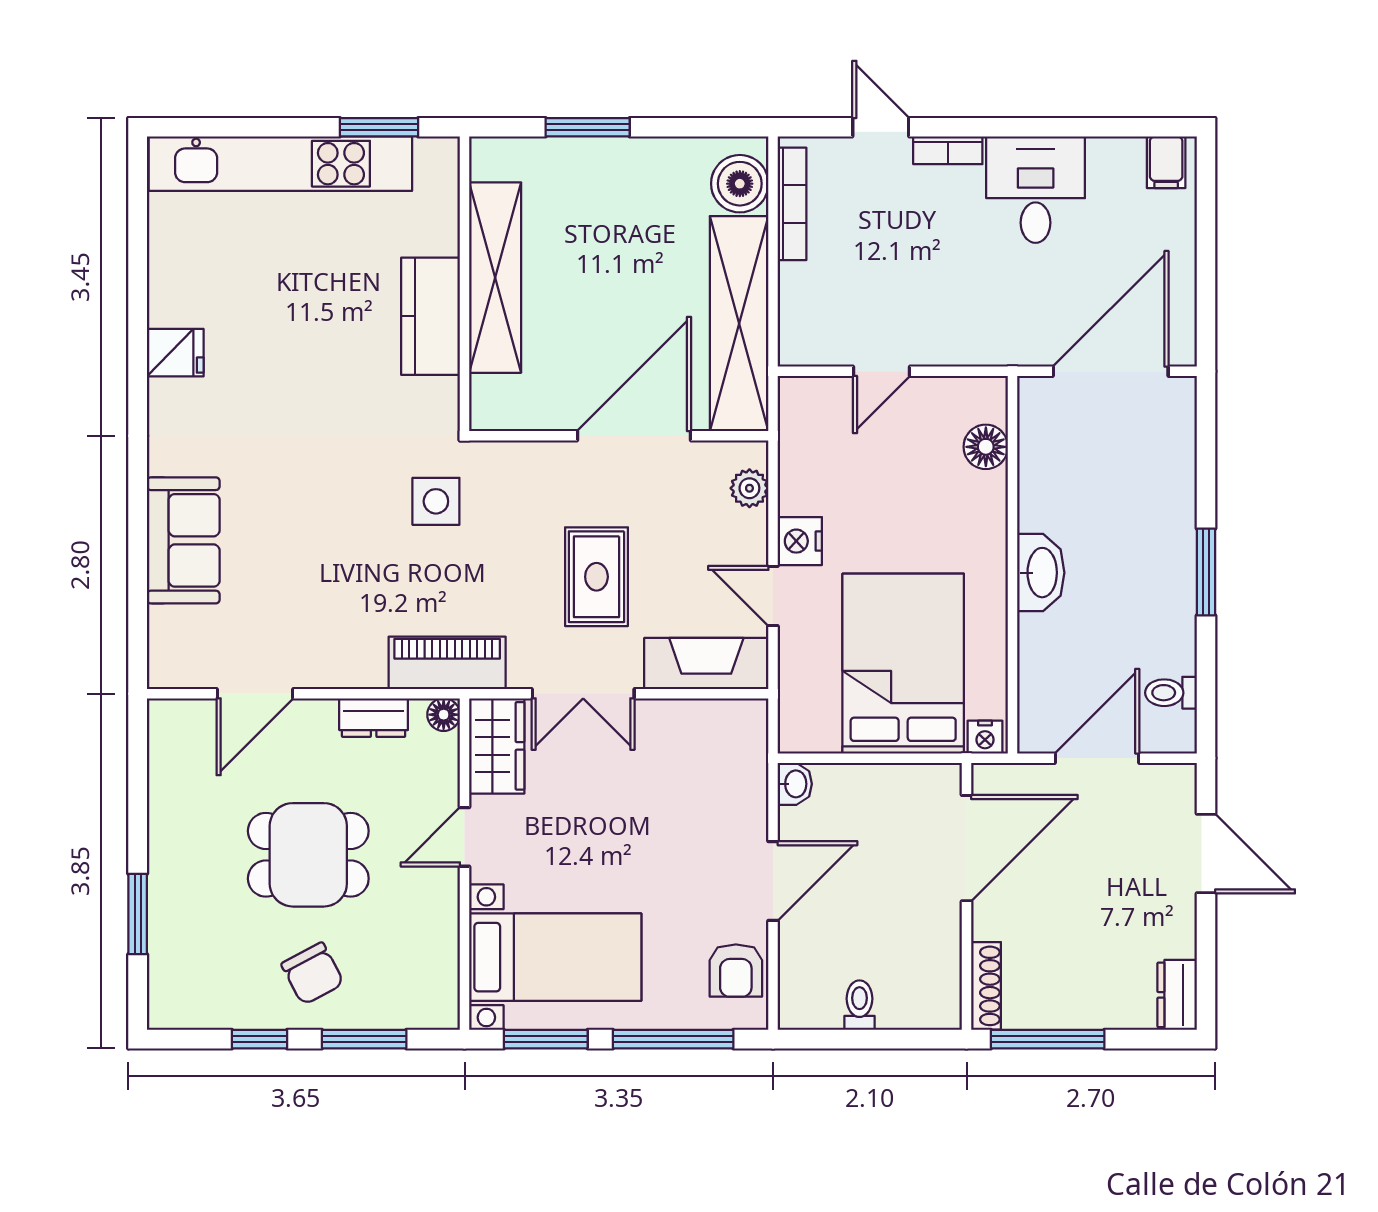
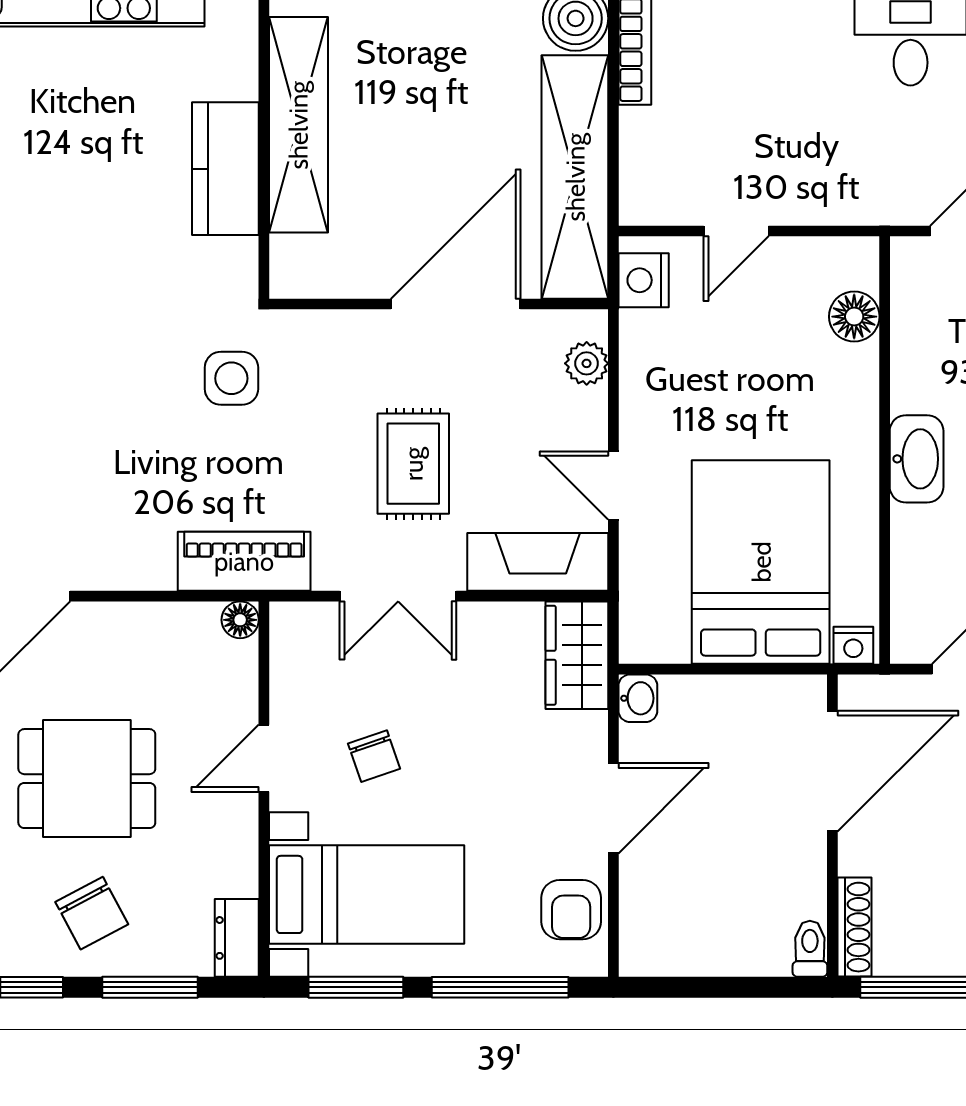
nightstand: (800, 541) -> (644, 280), moved
dresser: (374, 718) -> (237, 938), moved, turned 90
wardrobe: (497, 746) -> (577, 655), moved, turned 180
chair: (562, 835) -> (374, 756), added
toilet: (859, 1005) -> (810, 949), moved

